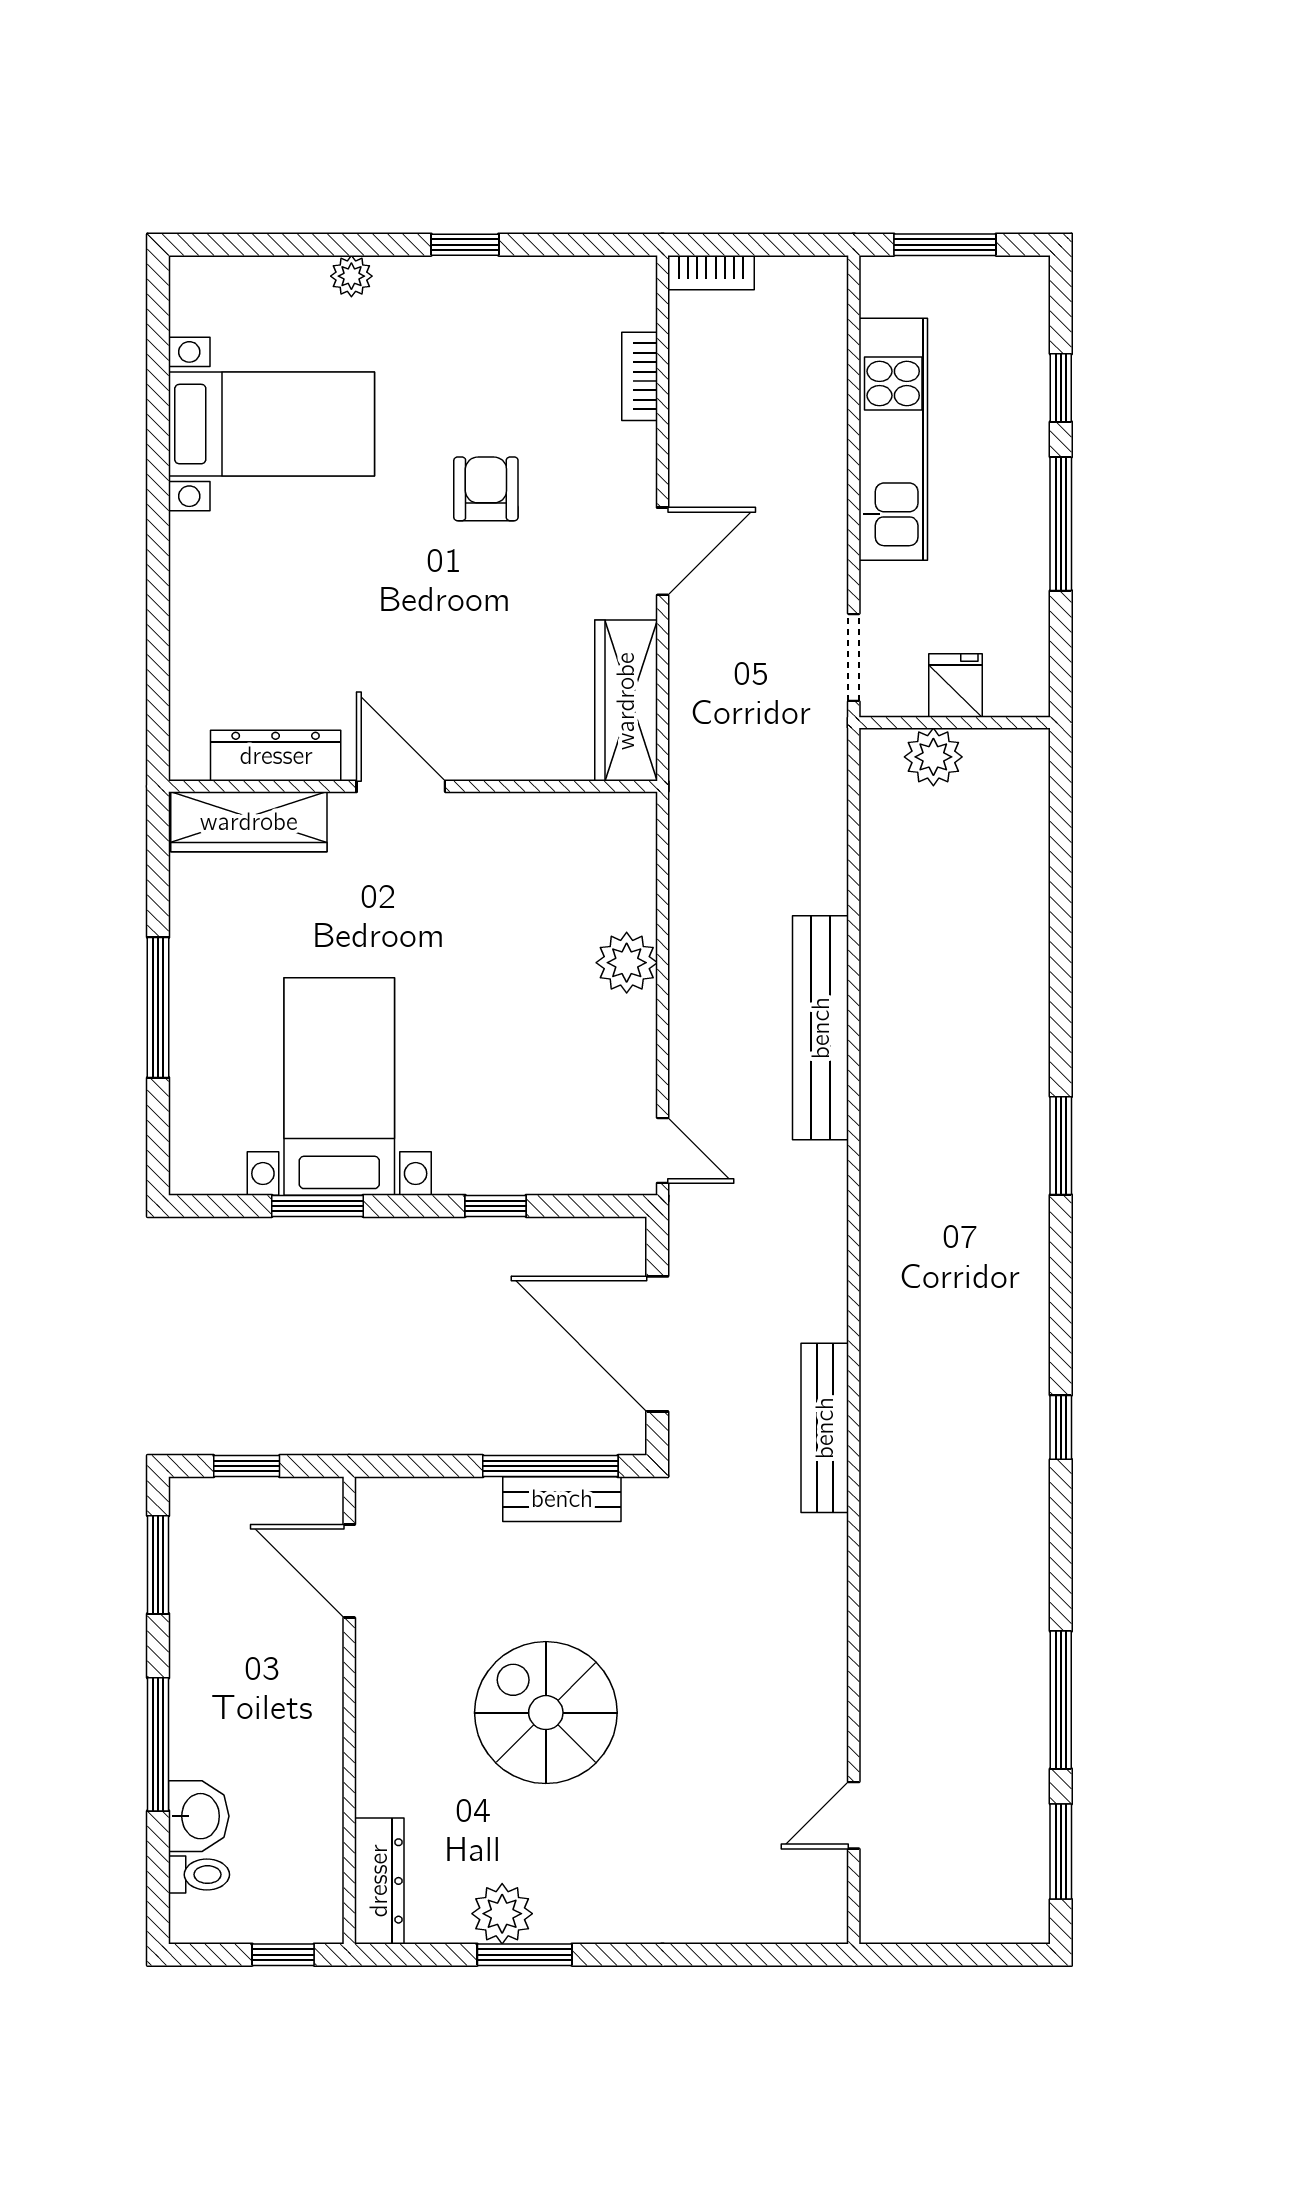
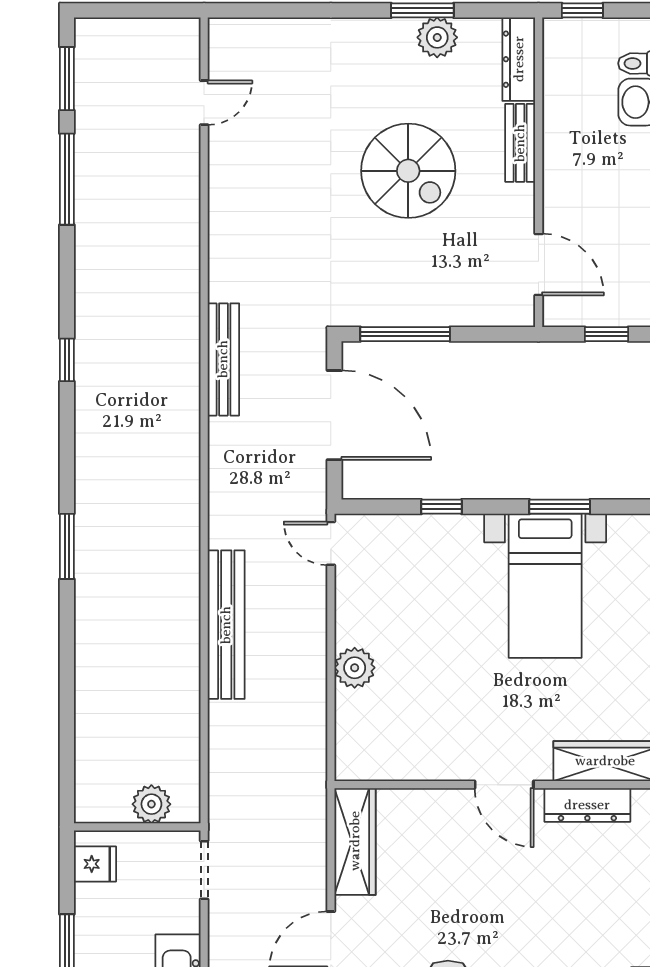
fridge: (956, 686) -> (95, 864), moved, turned -90
bench: (562, 1499) -> (520, 143), moved, turned 90

